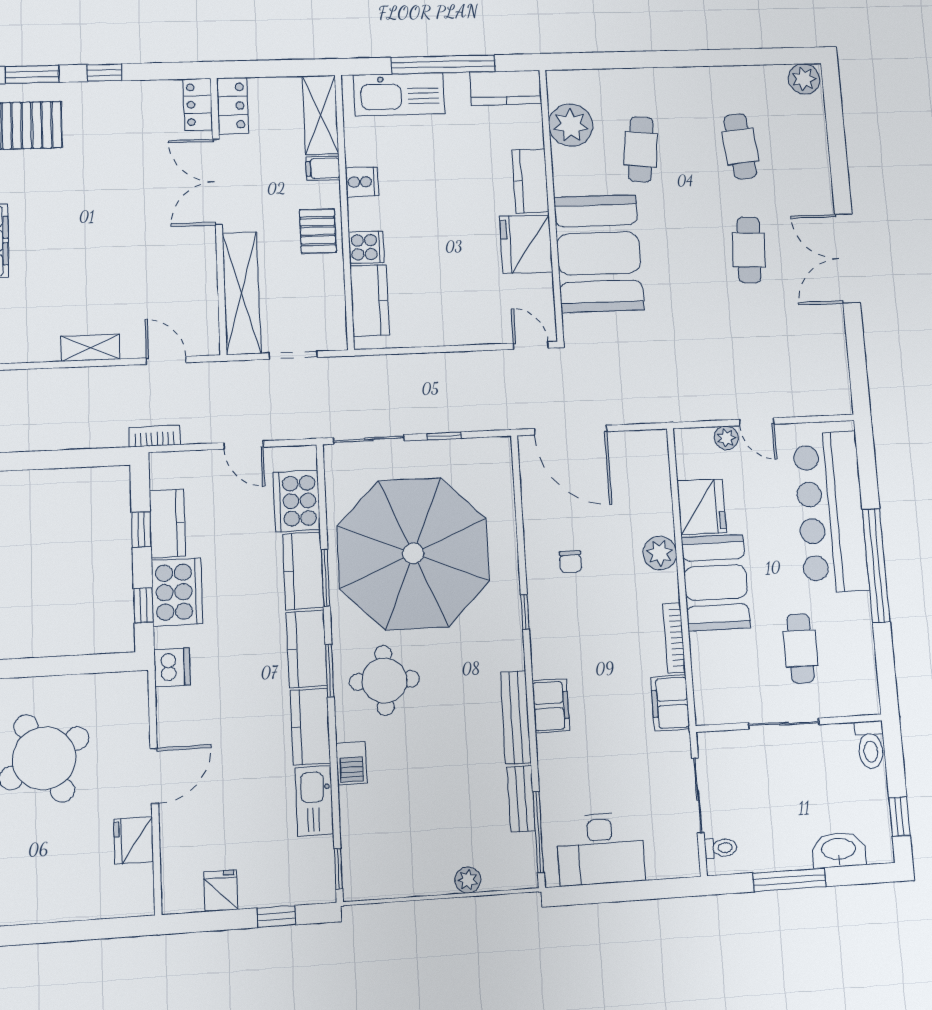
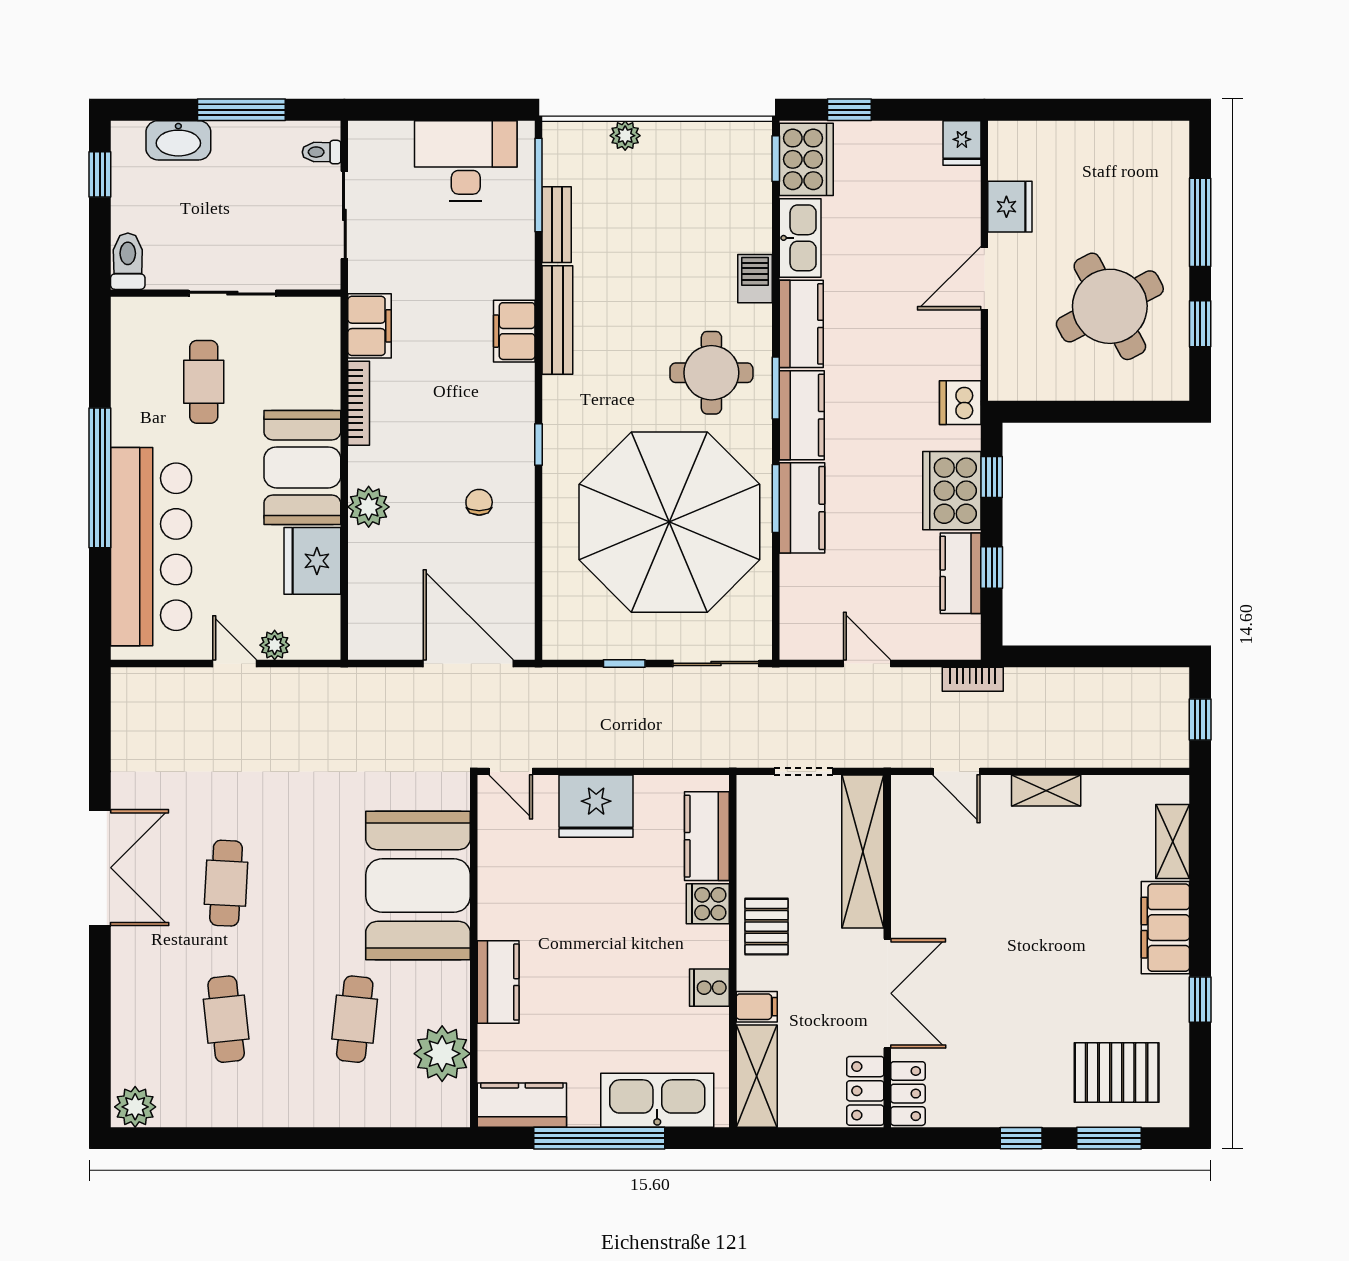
fridge: (526, 244) -> (596, 806), moved, turned 90
cooker: (297, 501) -> (806, 159), moved
fridge: (221, 891) -> (962, 143), moved

